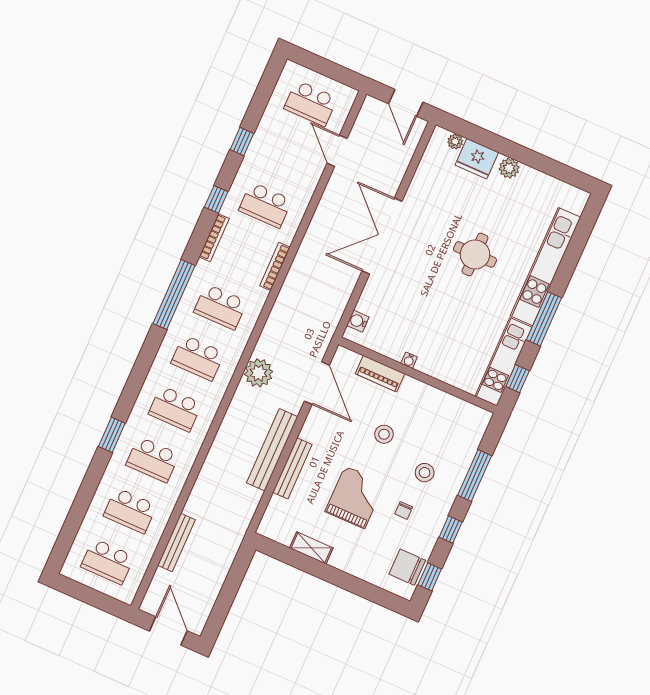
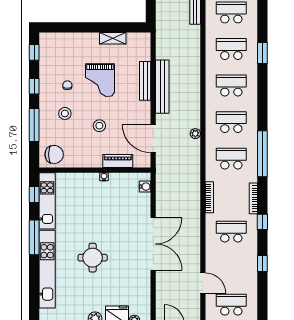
plant: (259, 373) -> (195, 134), width x0.53, depth x0.53
chair: (407, 567) -> (54, 154), moved

